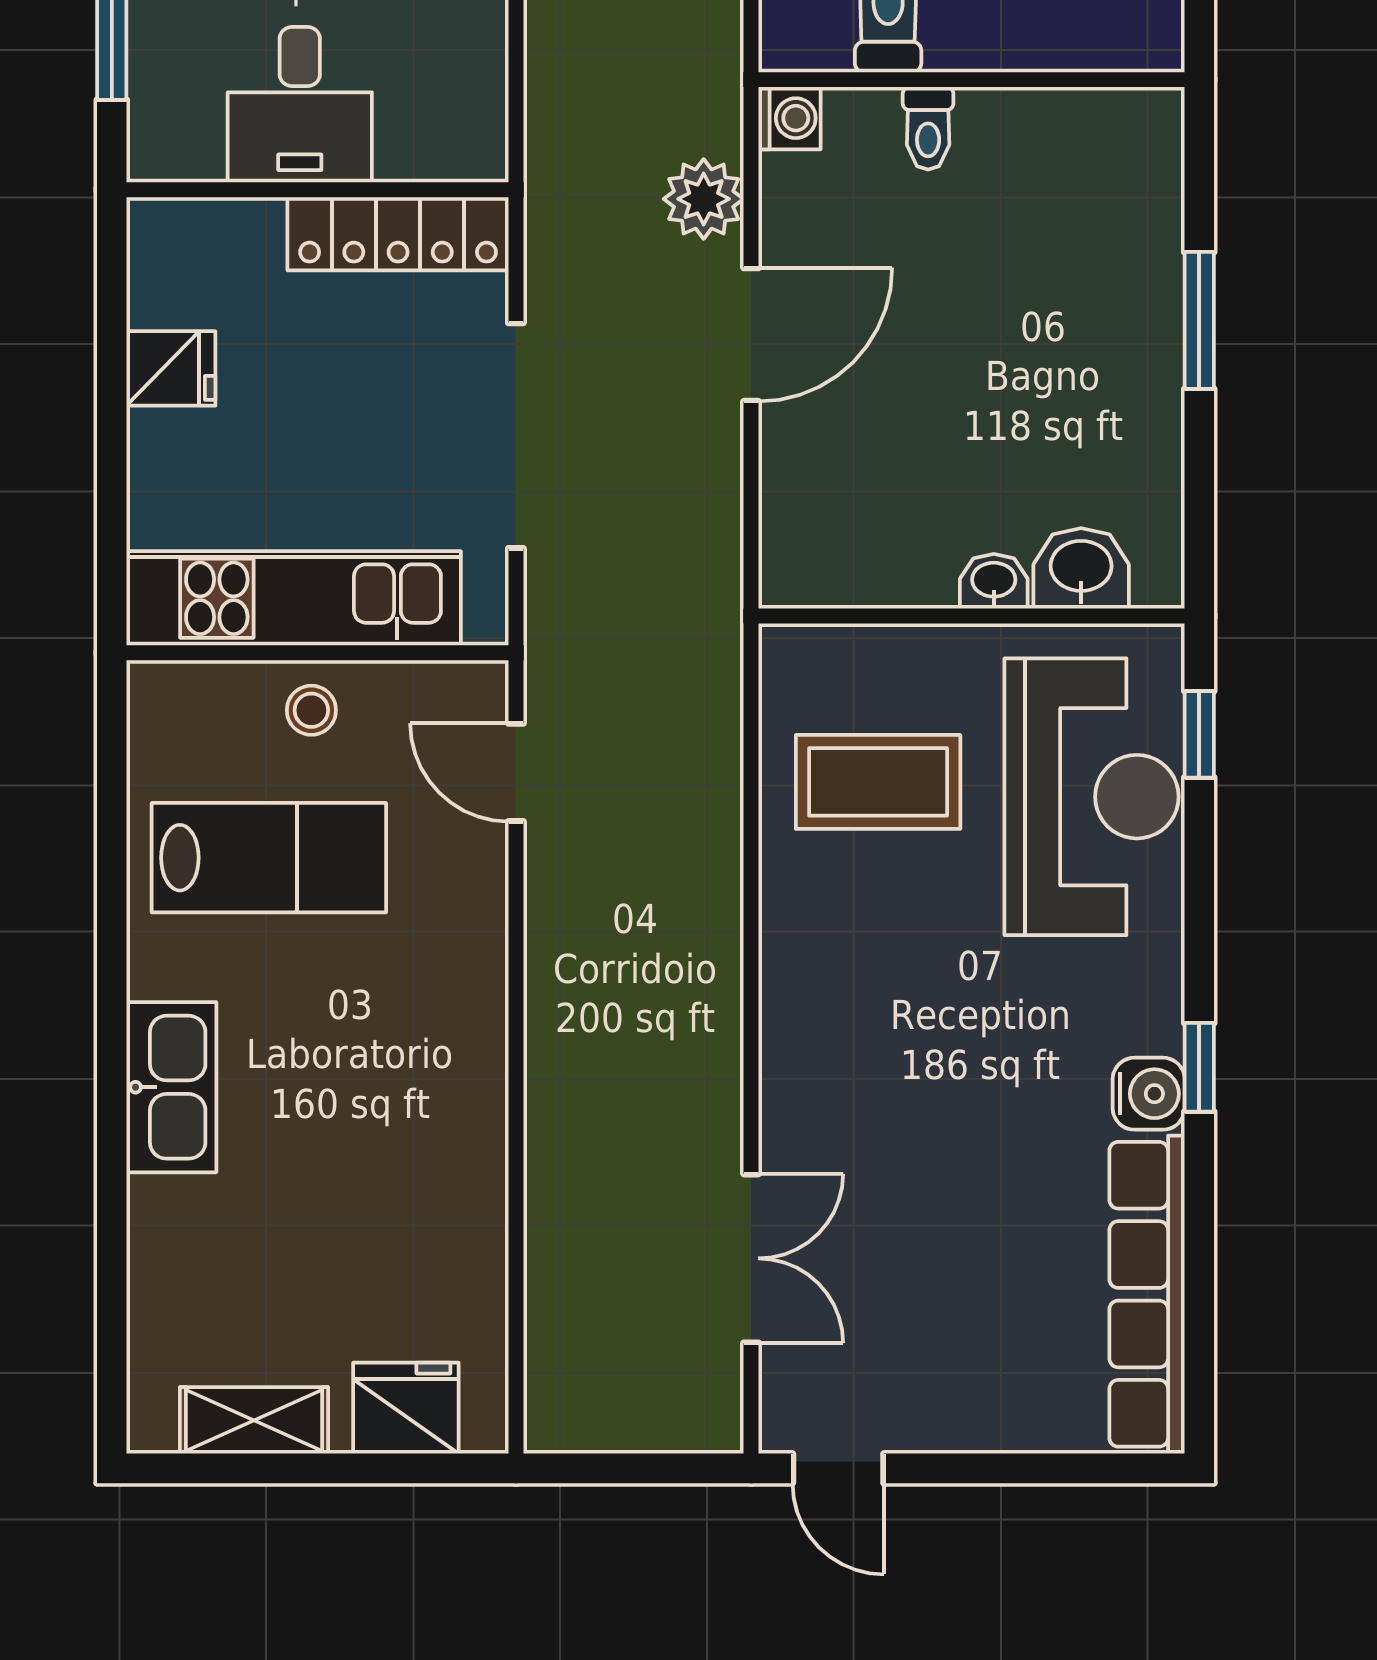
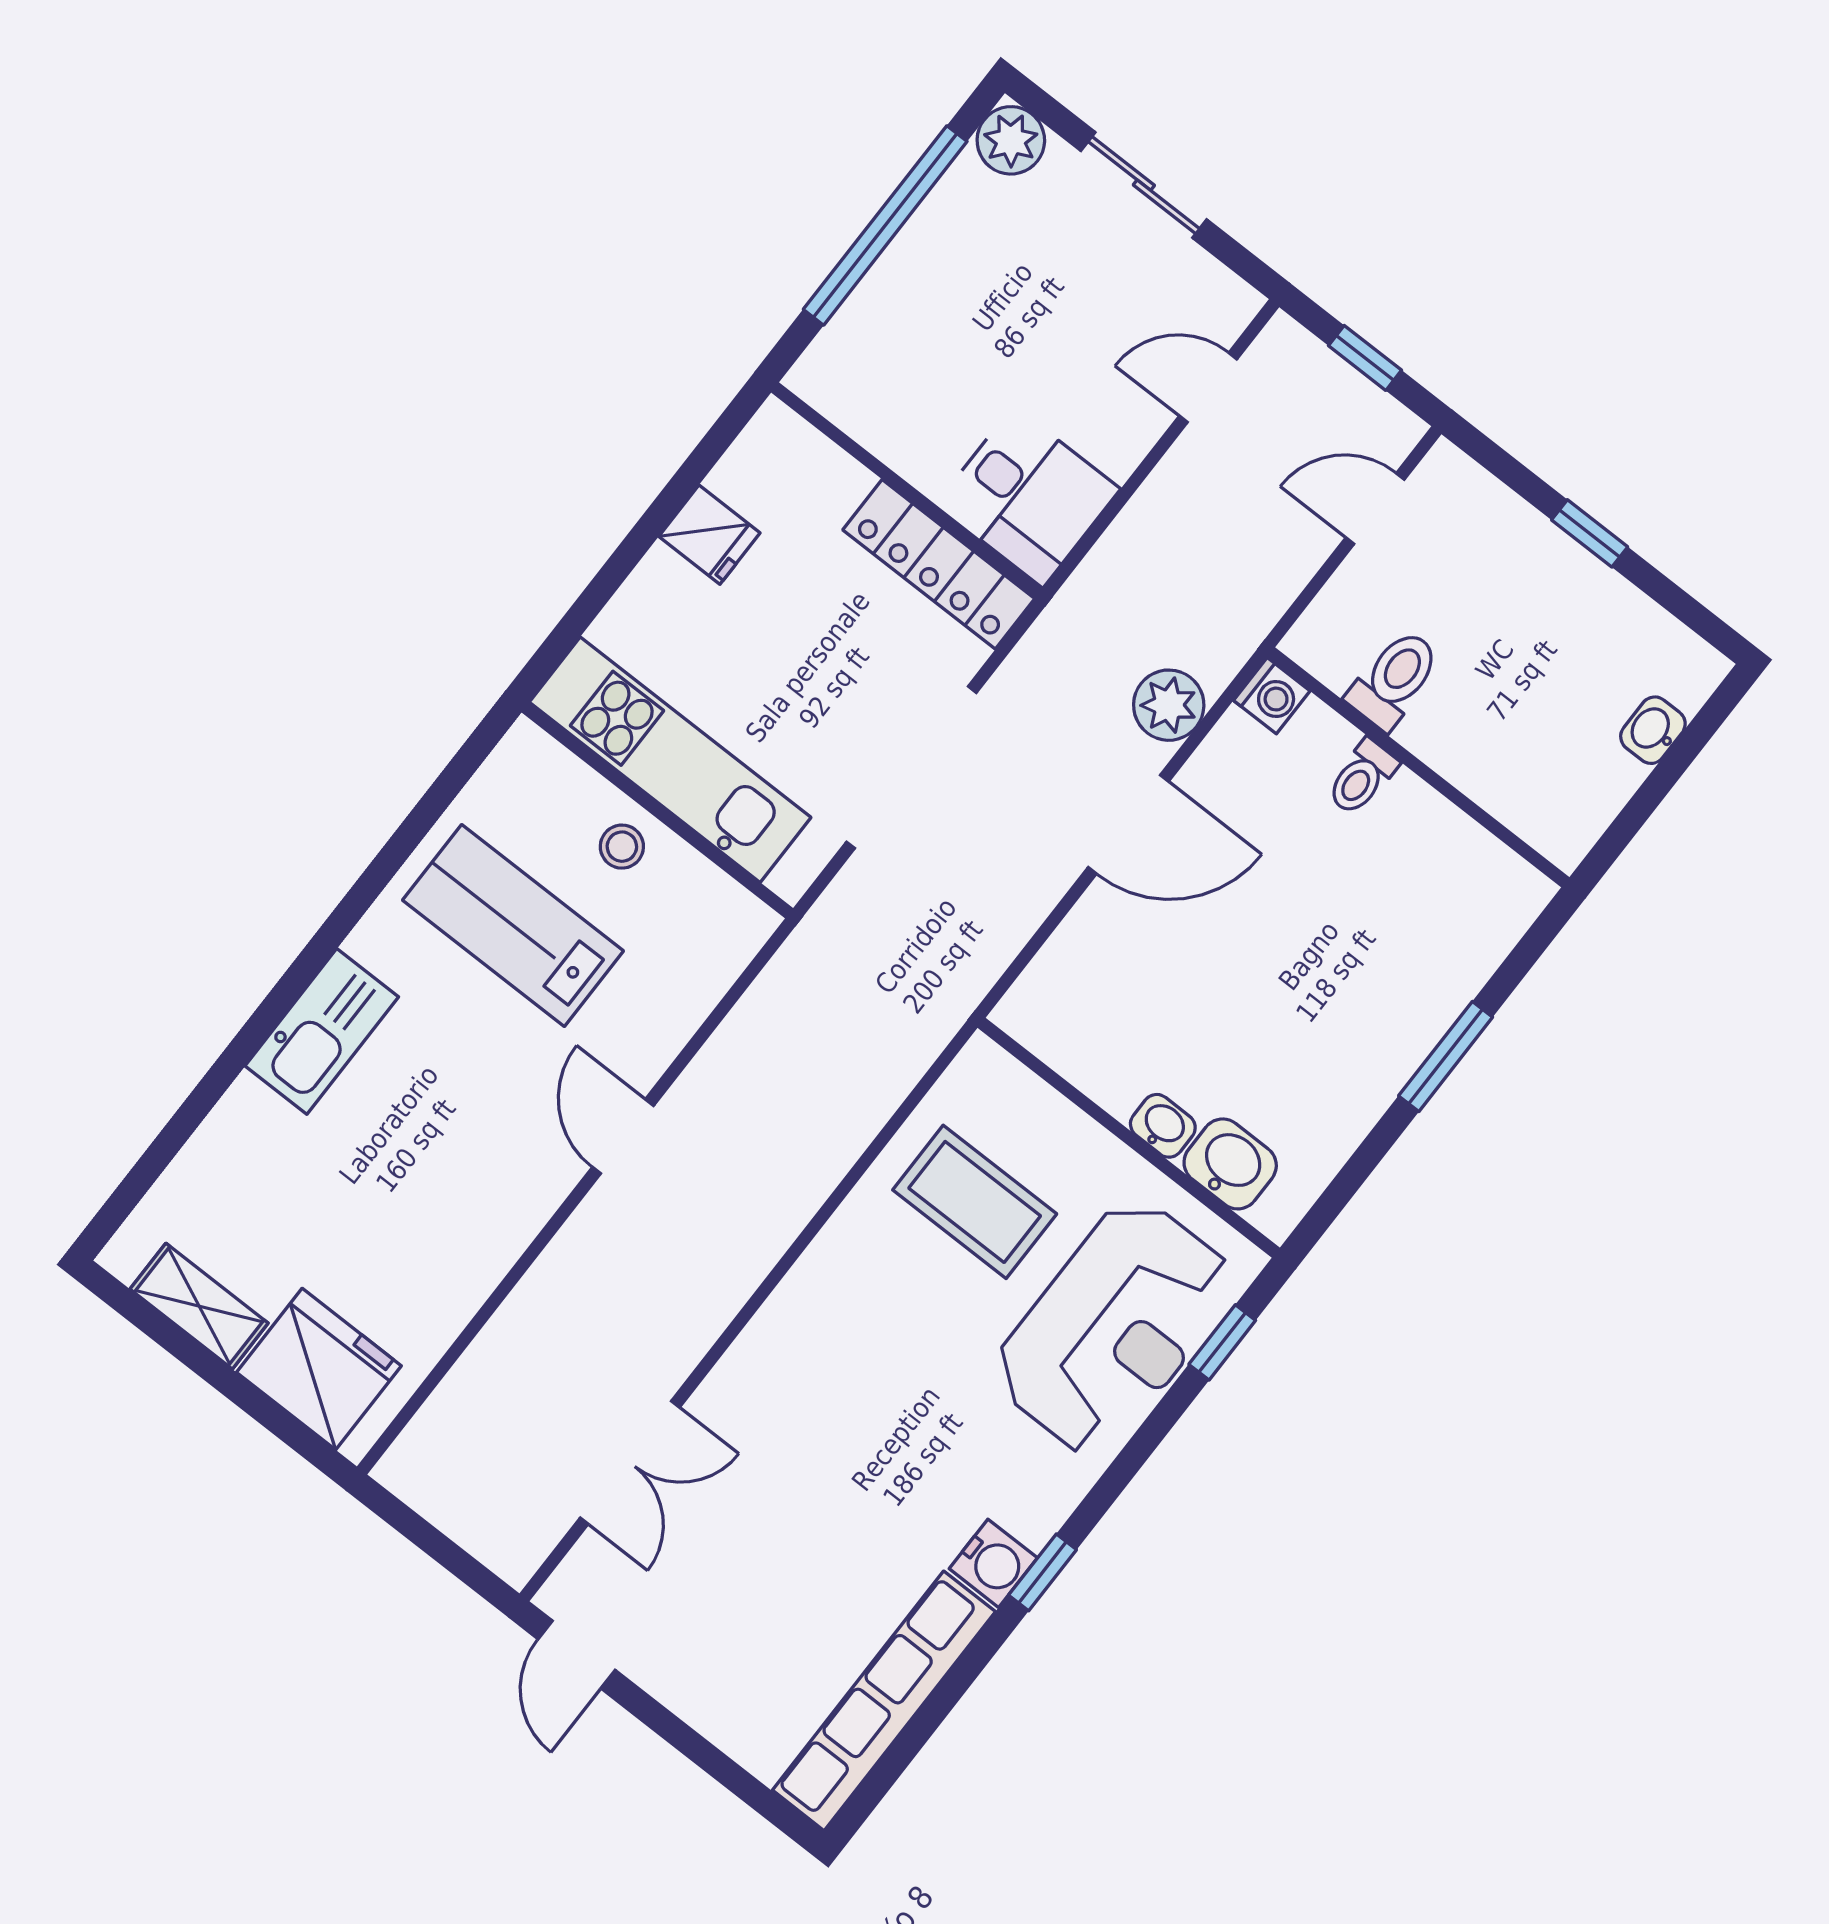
desk: (300, 105) -> (1028, 497), moved, turned -90
door: (516, 772) -> (623, 1136), moved
lab bench: (269, 858) -> (513, 926), turned 180
fridge: (406, 1408) -> (319, 1369), width x1.36, depth x1.34

